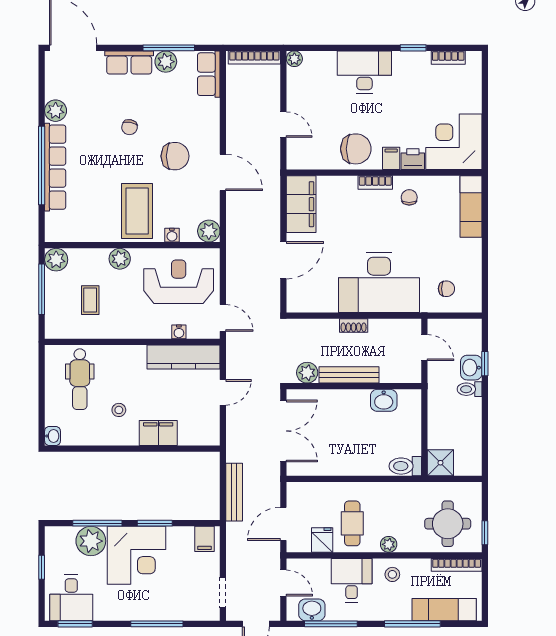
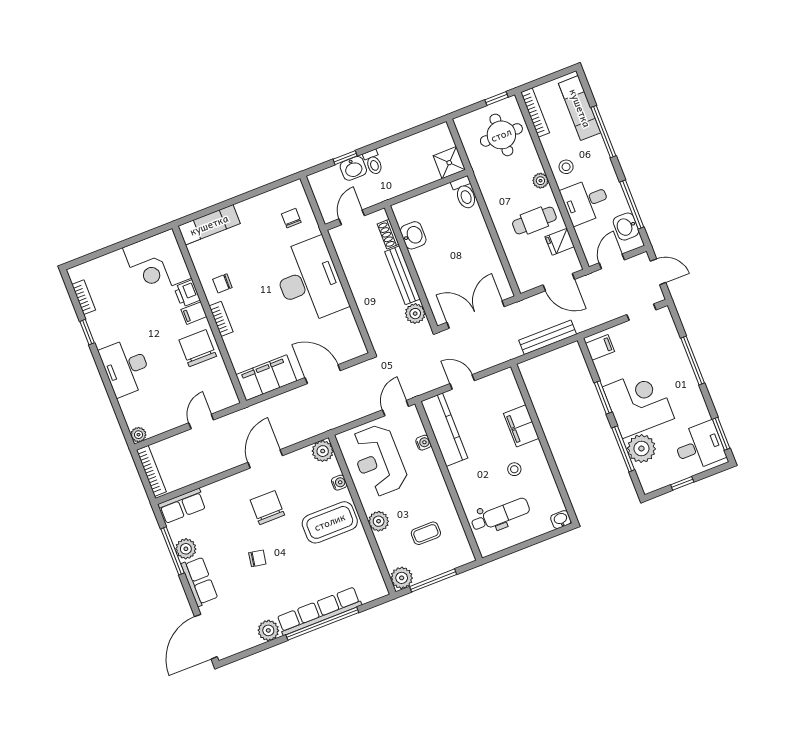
shoe rack: (354, 326) -> (388, 234), moved, turned 180

